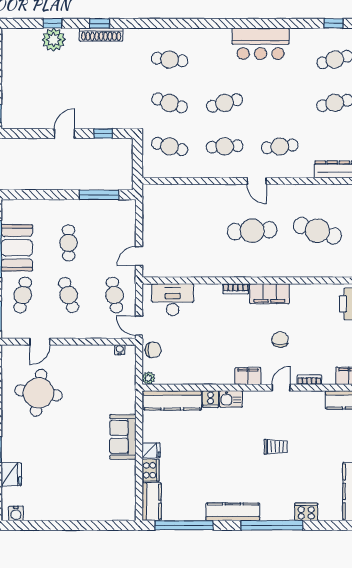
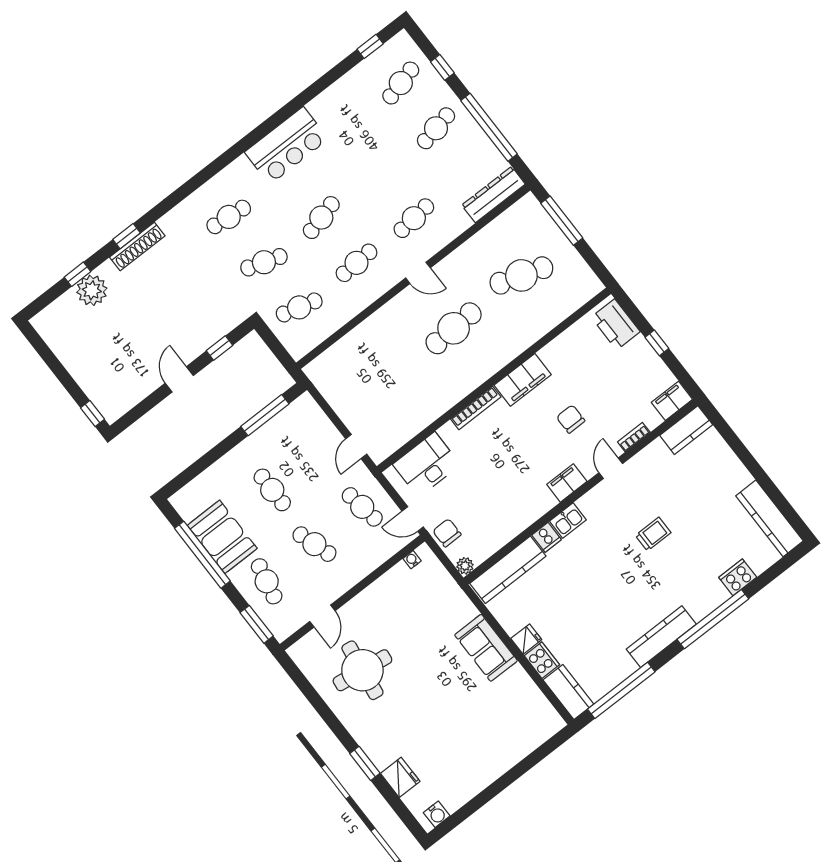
bar counter: (261, 44) -> (287, 146), moved
bookcase: (236, 289) -> (476, 408), width x1.56
chair: (153, 350) -> (447, 533), turned -90

